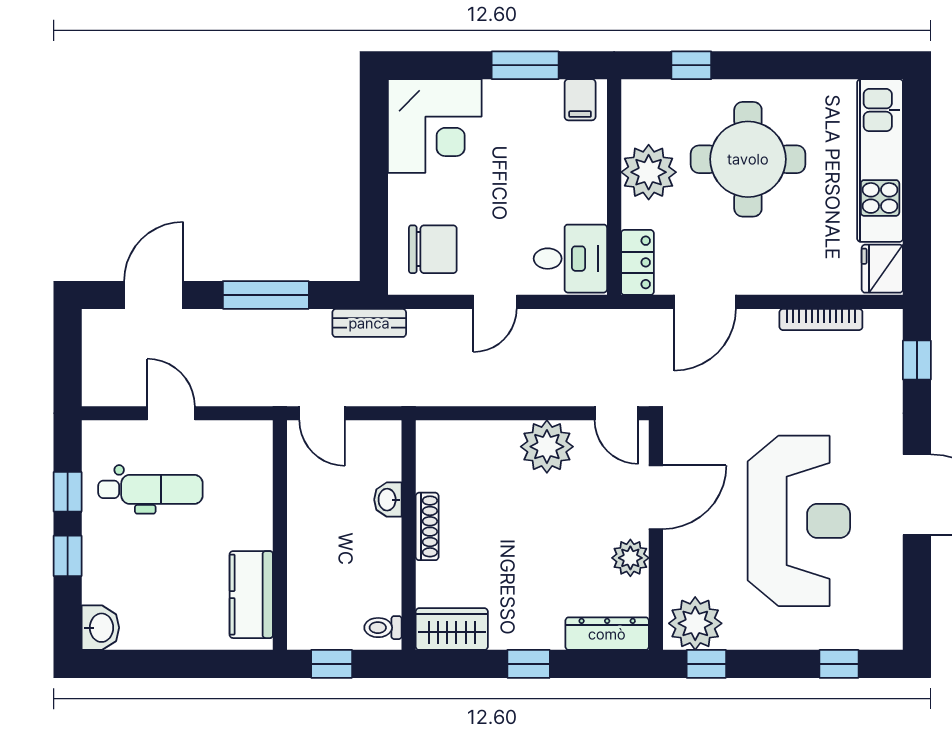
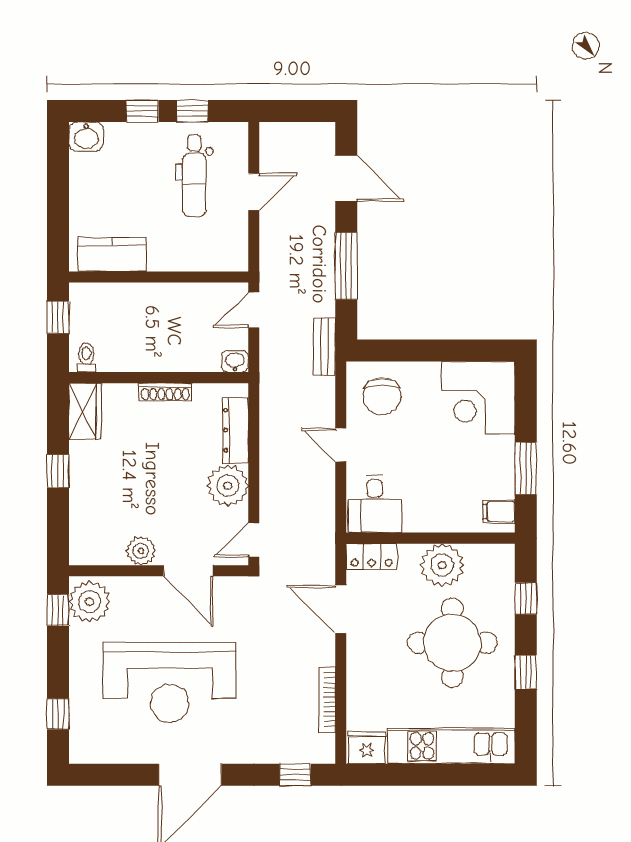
window: (786, 65) -> (526, 672), added
washbasin: (388, 500) -> (235, 361), moved
dresser: (607, 634) -> (236, 430), moved, turned 180

